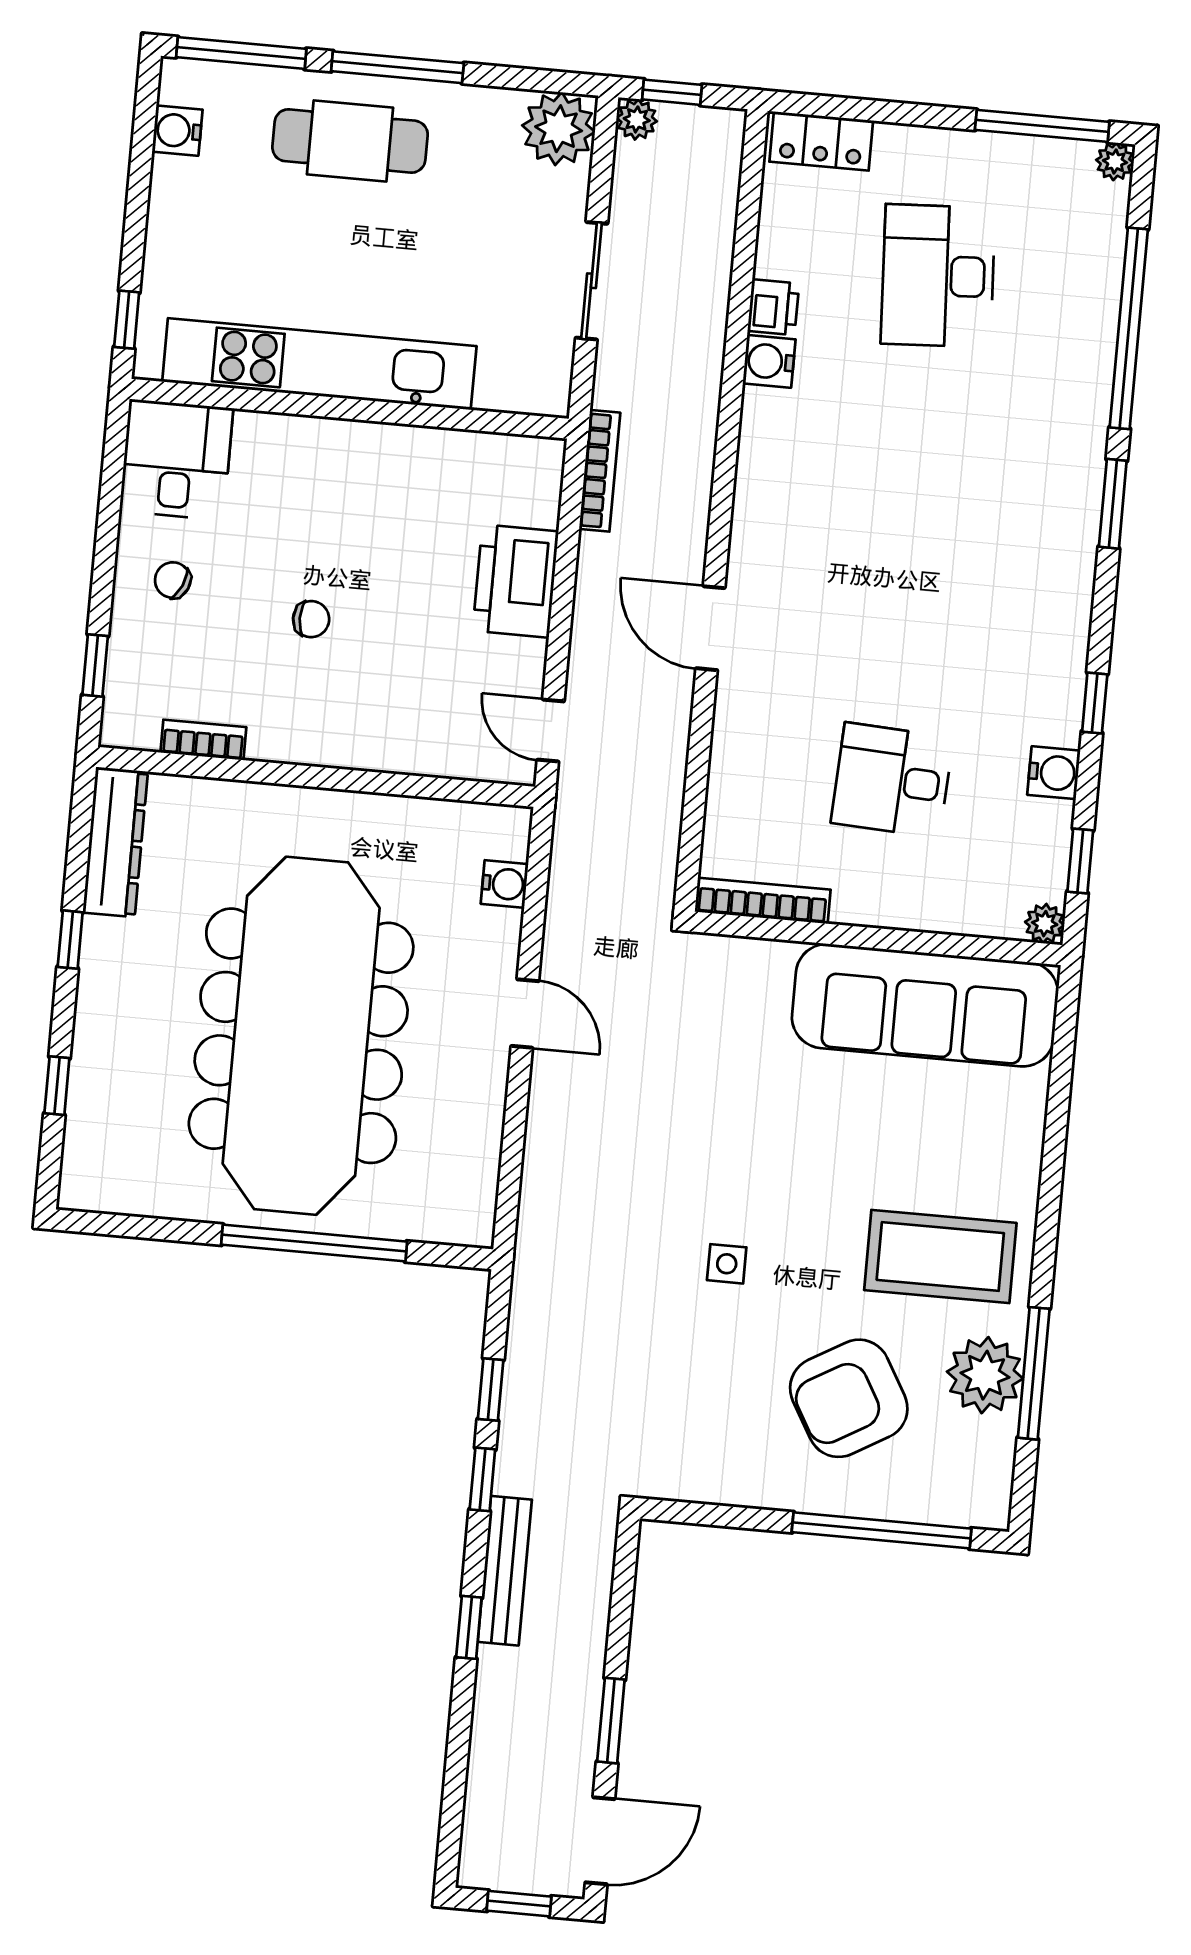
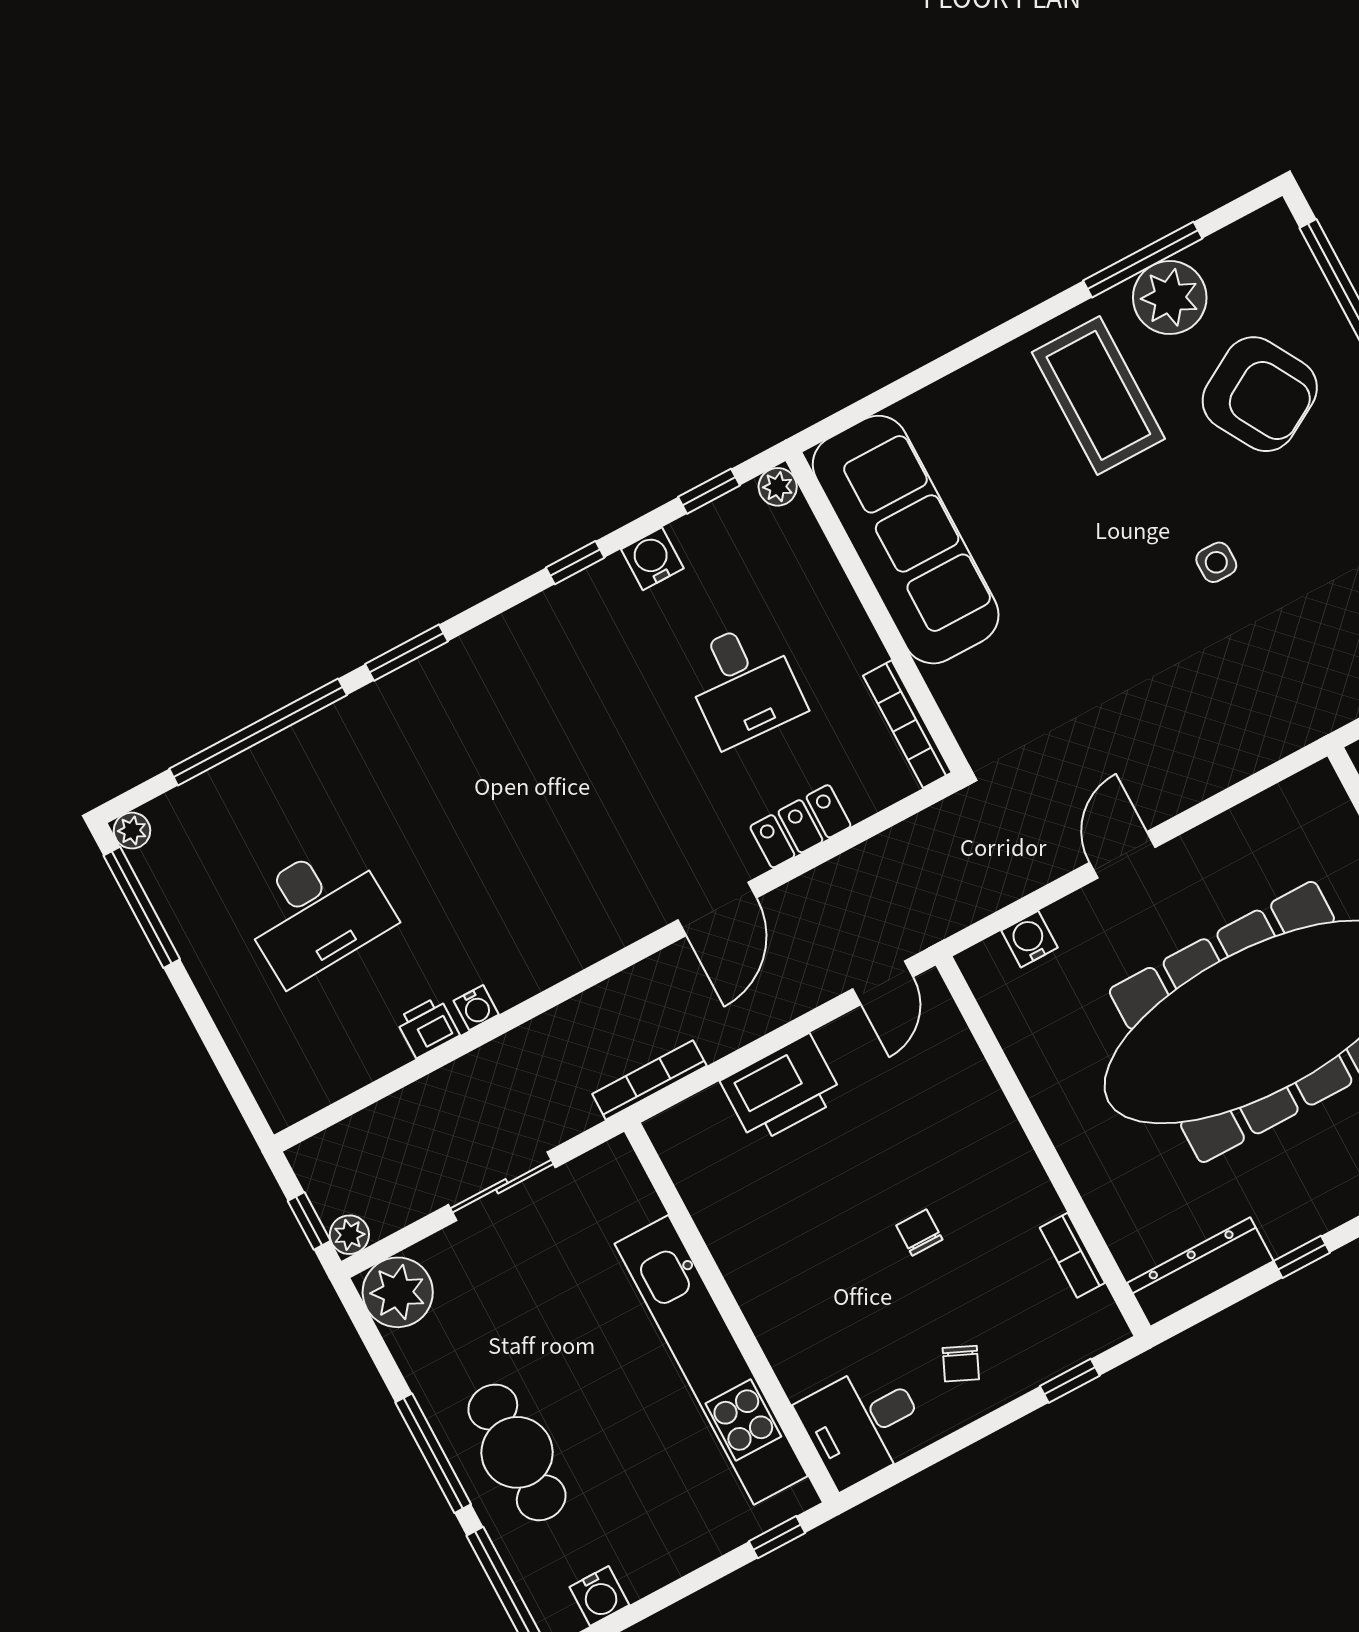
locker: (821, 141) -> (800, 826), moved, turned -90
water cooler: (769, 361) -> (476, 1008), width x0.72, depth x0.72

